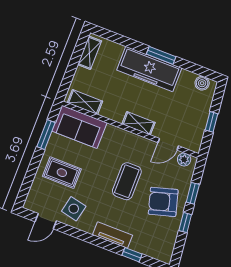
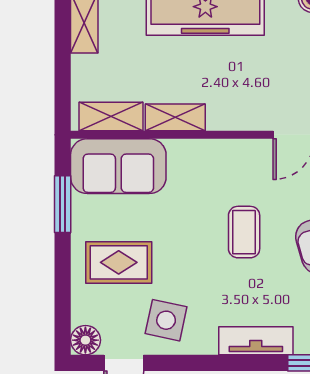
shelving: (139, 123) -> (175, 117), moved
coffee table: (127, 181) -> (244, 232), width x0.73, depth x0.77
floor lamp: (32, 203) -> (85, 340), added

